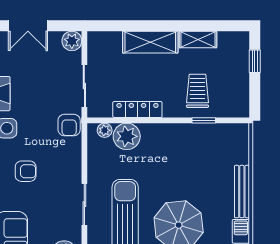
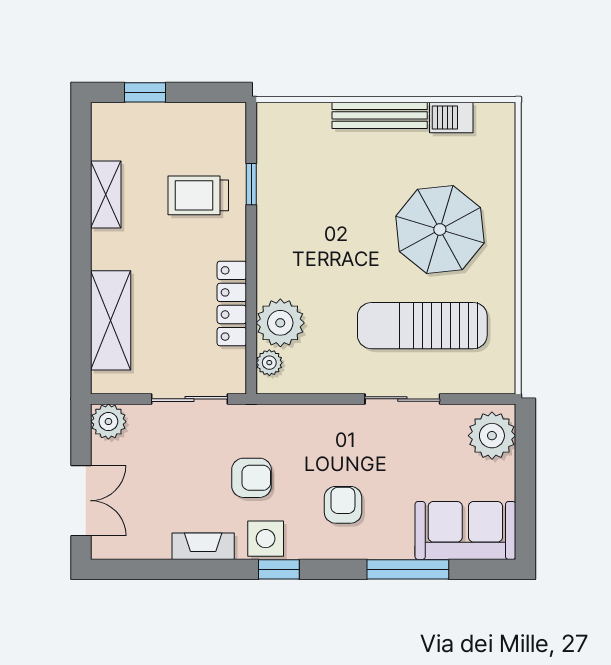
shelving: (150, 42) -> (111, 320), moved
armchair: (69, 125) -> (252, 478), moved

